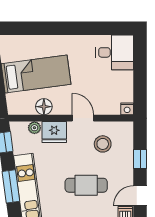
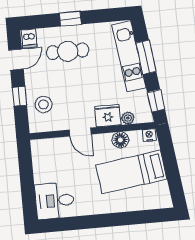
nightstand: (127, 109) -> (149, 135), moved
stool: (103, 144) -> (44, 104), moved
cafe table: (86, 185) -> (68, 51), moved

